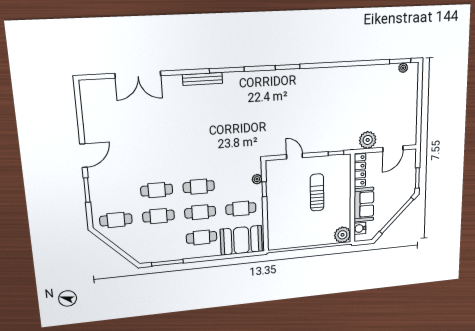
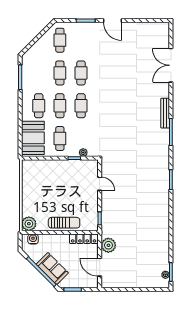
door: (295, 156) -> (100, 184), hinge flipped
sun lounger: (317, 192) -> (64, 223), moved
sofa: (364, 205) -> (52, 269), moved, turned -135

